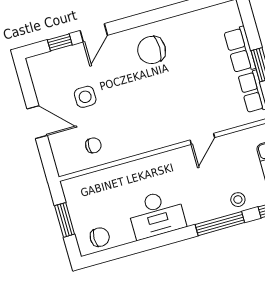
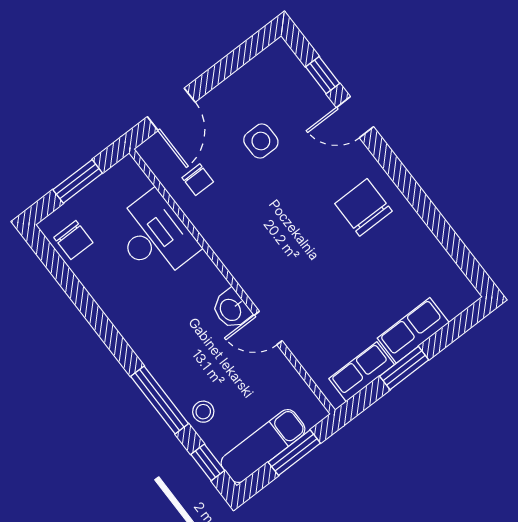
door: (37, 122) -> (171, 109), moved
washbasin: (182, 157) -> (231, 309), added
desk: (157, 214) -> (155, 236), moved, turned 180

